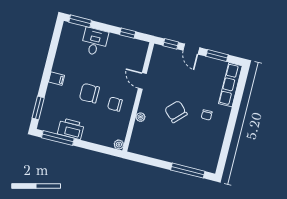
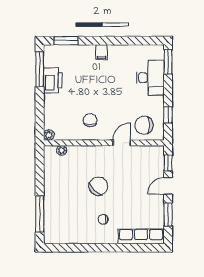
desk: (95, 42) -> (150, 78), width x1.37
chair: (89, 93) -> (144, 125), moved, turned -90
plant: (141, 117) -> (62, 150), moved

